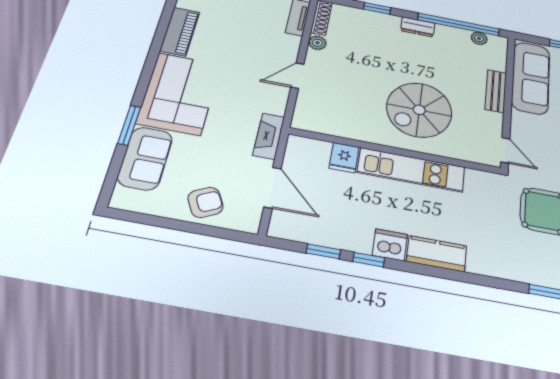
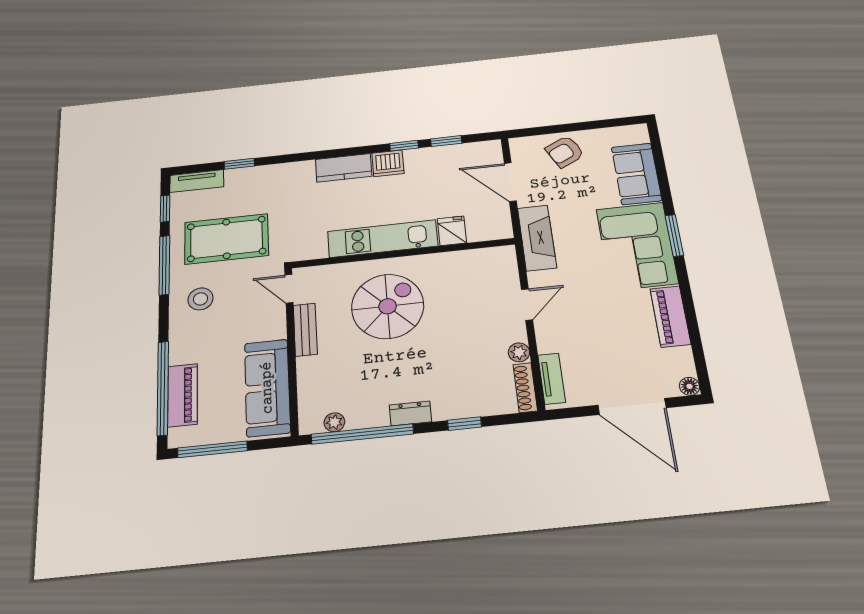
bench: (496, 91) -> (305, 330), moved
window: (129, 125) -> (674, 235), moved
fireplace: (269, 136) -> (537, 238), width x1.37, depth x1.32

